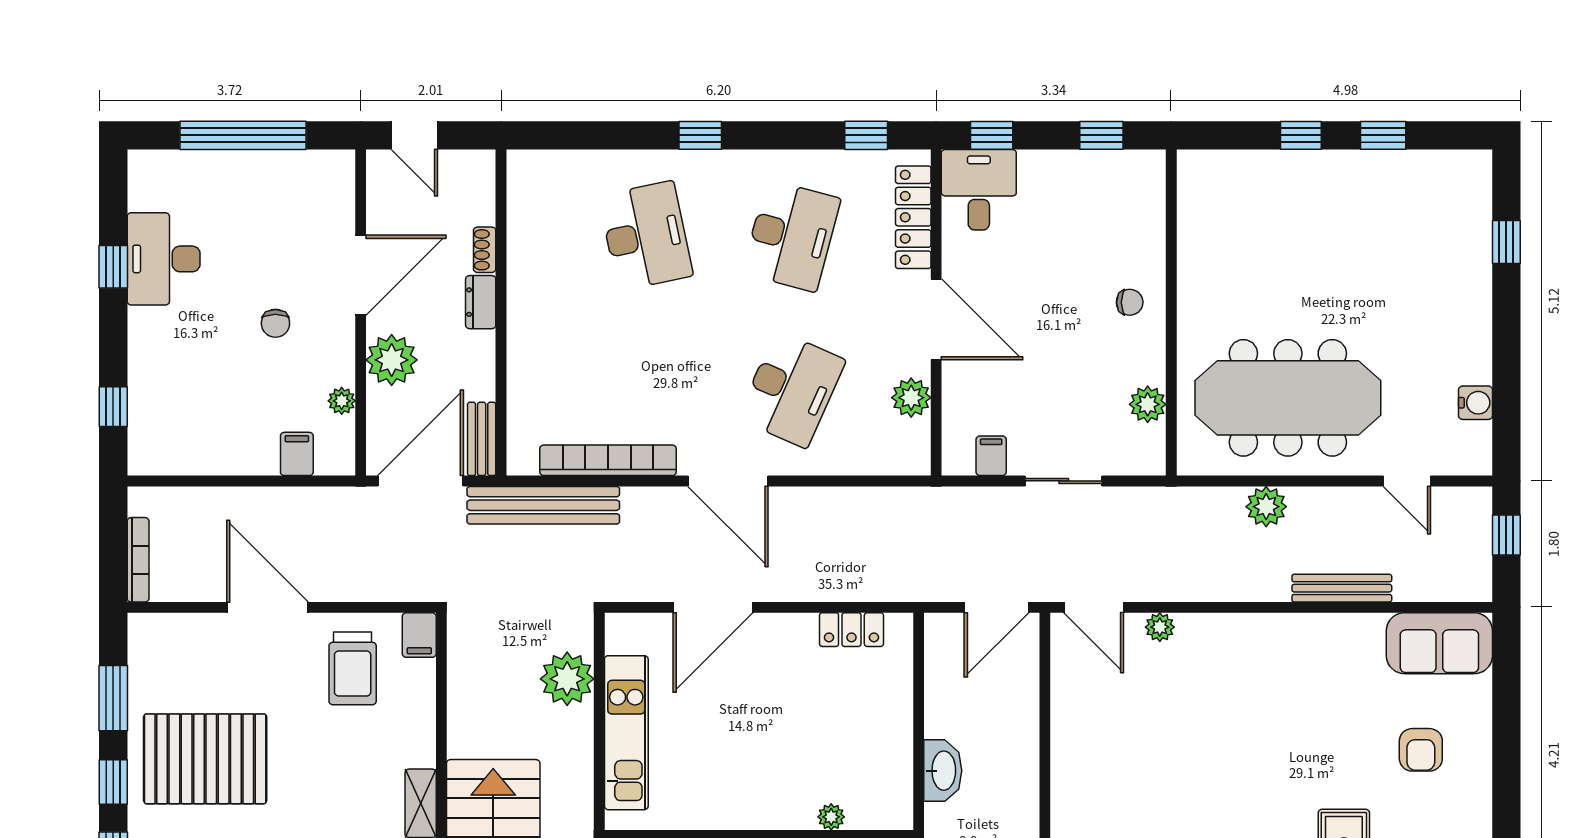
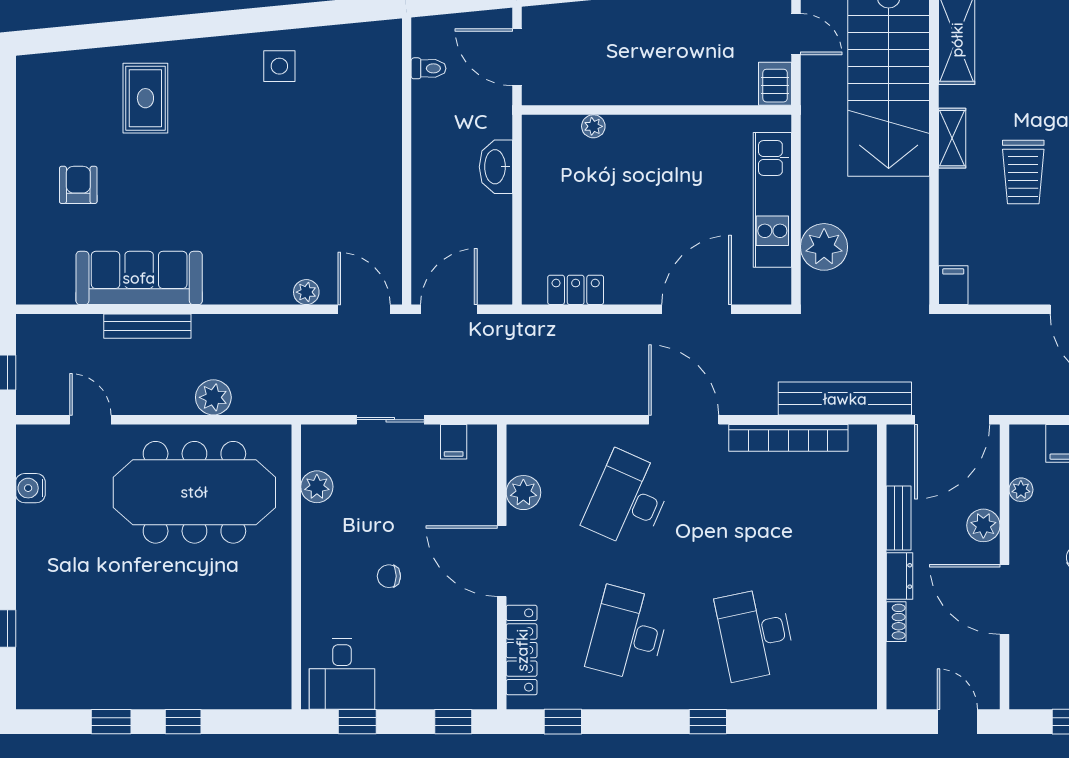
desk: (979, 190) -> (342, 674), moved
door: (361, 275) -> (1004, 599), hinge flipped
chair: (1130, 302) -> (389, 576), moved
plant: (392, 360) -> (983, 525), width x0.73, depth x0.73
bench: (482, 439) -> (899, 518), moved
sofa: (1439, 643) -> (139, 278), moved, width x1.36
trolley: (353, 668) -> (1023, 172), moved, turned 180

